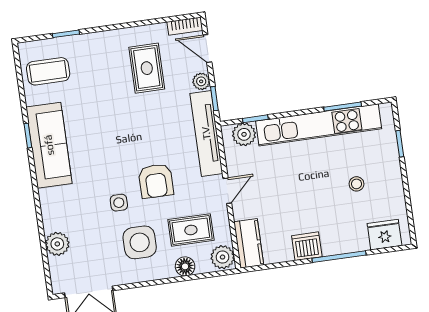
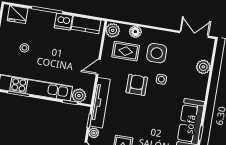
kitchen counter: (249, 243) -> (86, 25), moved, turned -90

